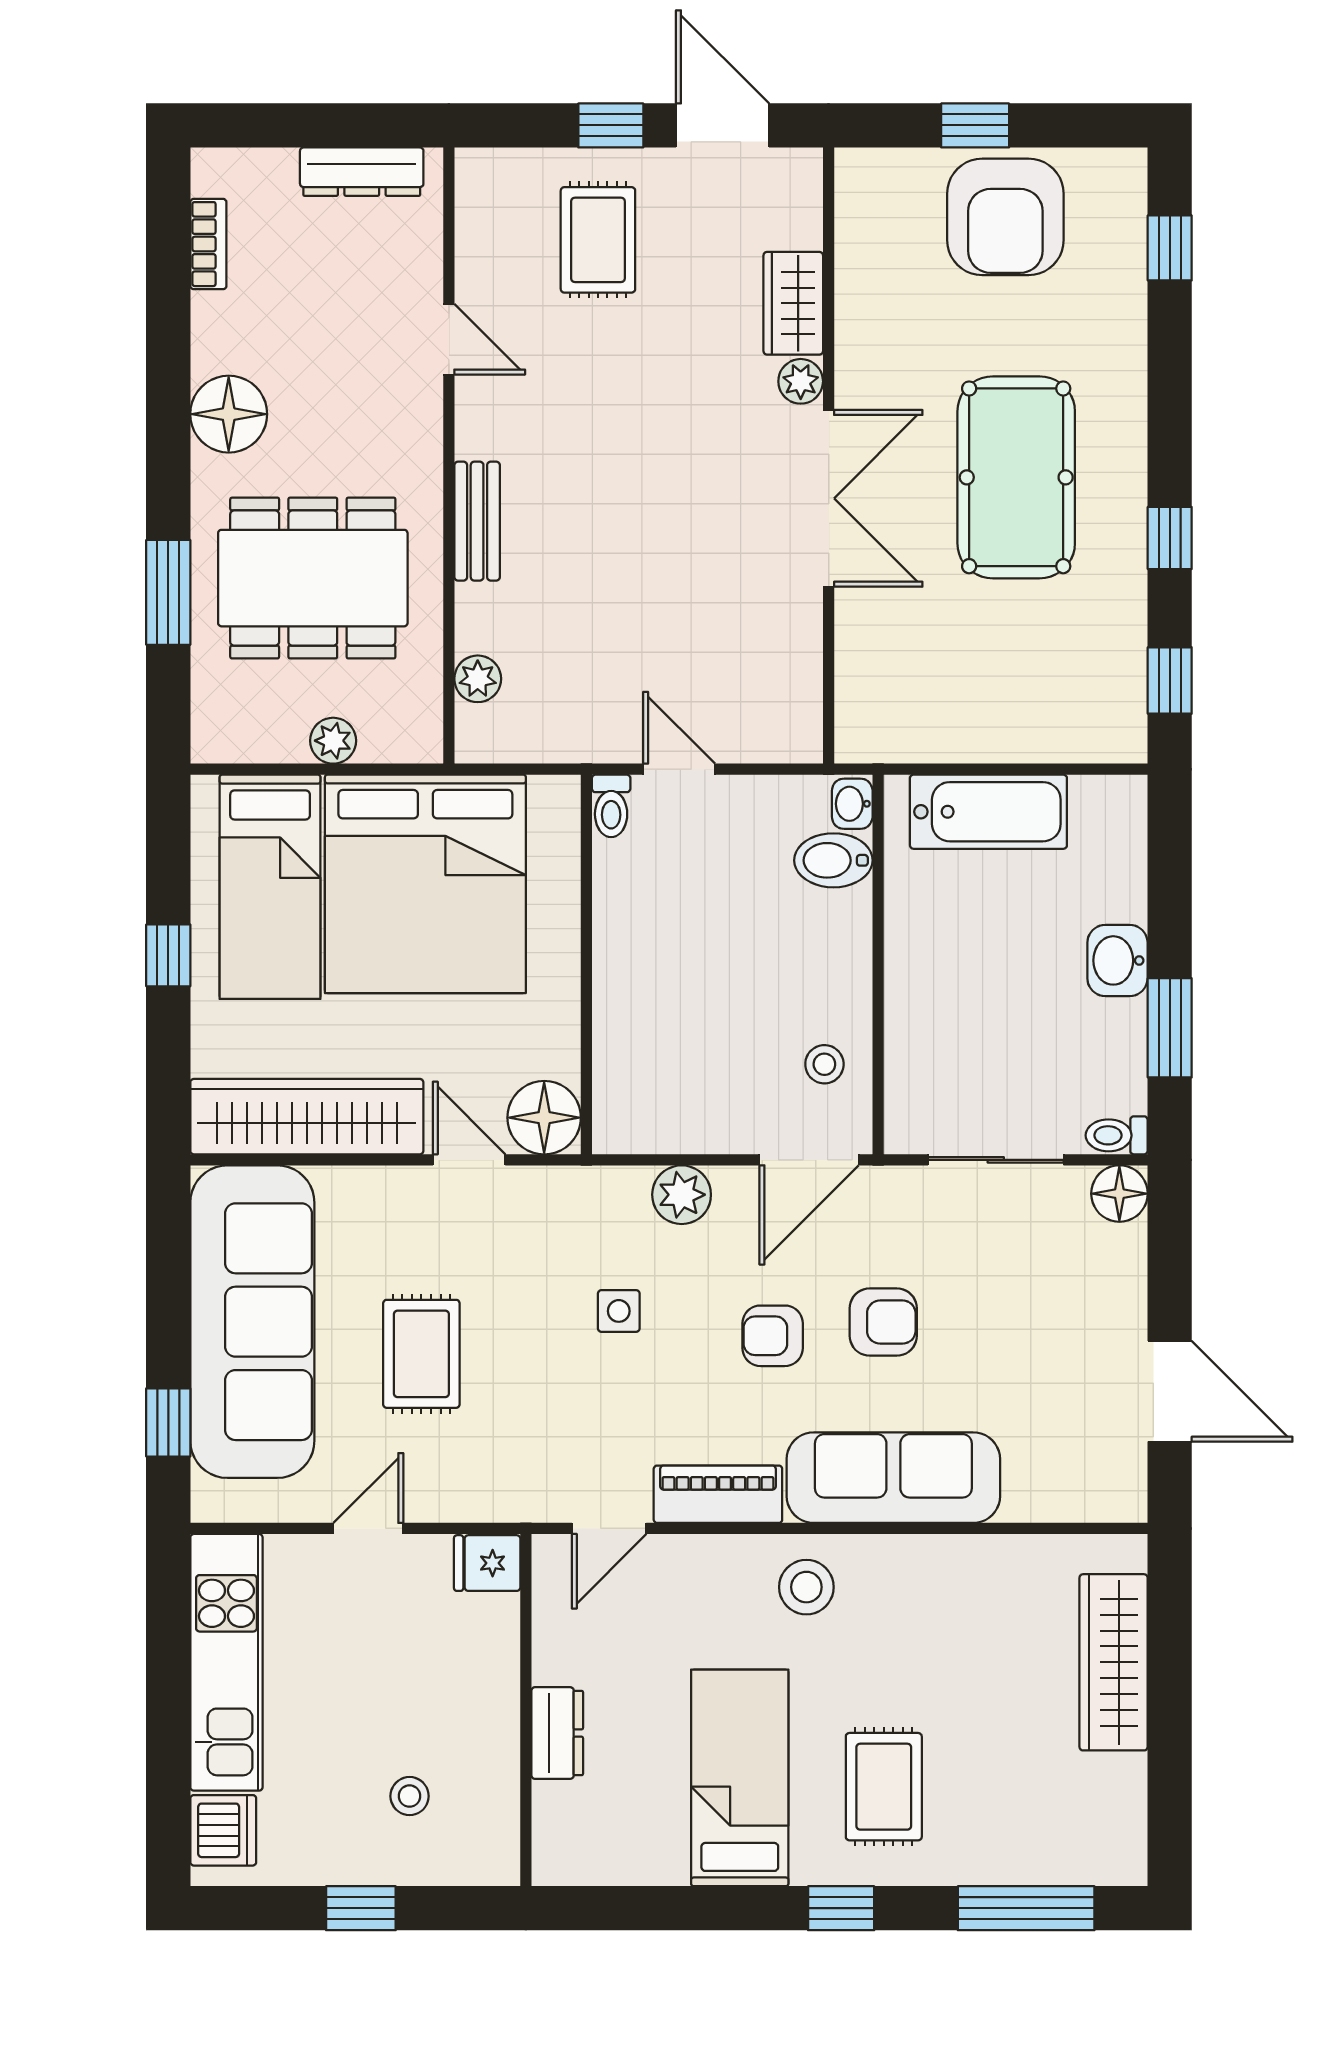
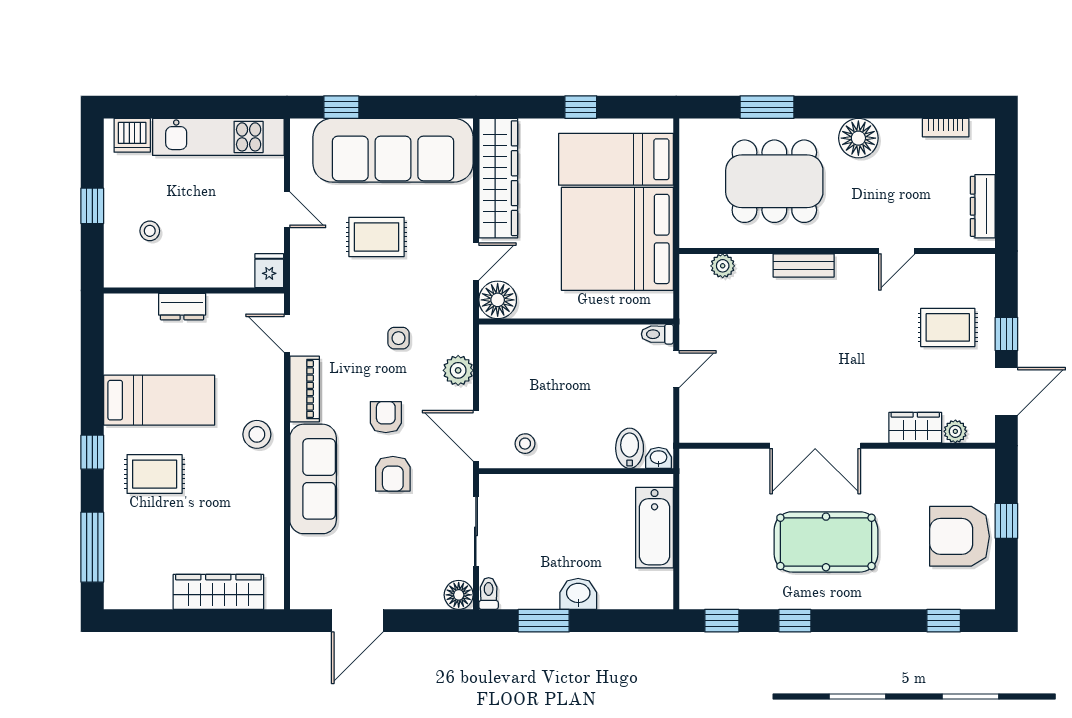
plant: (801, 381) -> (955, 431), moved
dining table: (313, 578) -> (774, 181), turned 90
plant: (333, 741) -> (691, 192), removed

